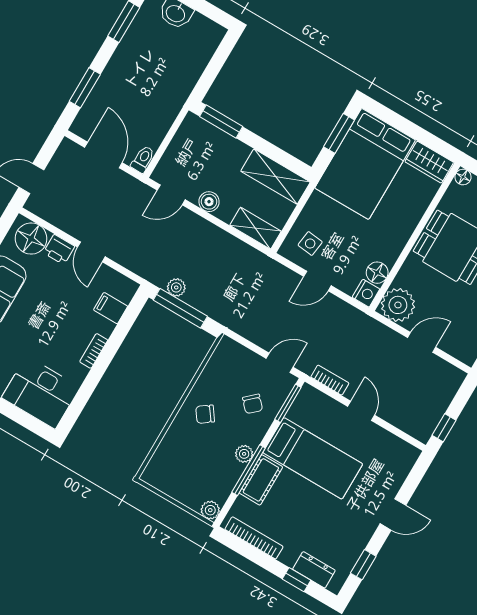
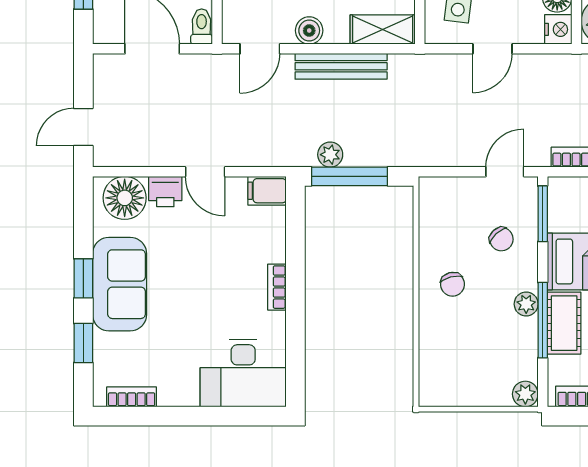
bench: (216, 236) -> (341, 66), added
filing cabinet: (111, 308) -> (267, 191), moved
chair: (205, 414) -> (453, 284), turned -68

